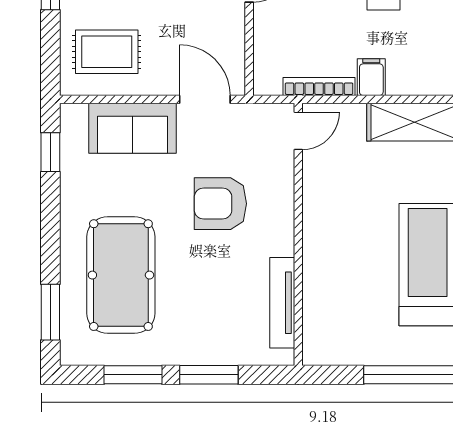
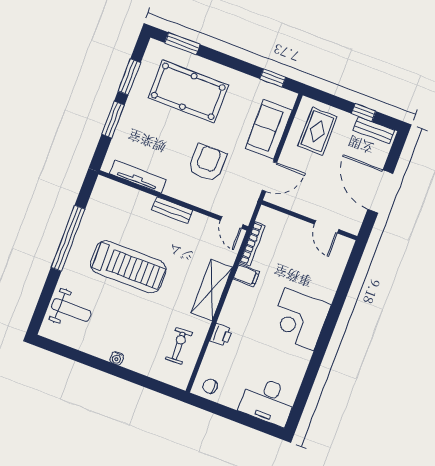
bench: (314, 230) -> (172, 210), added

